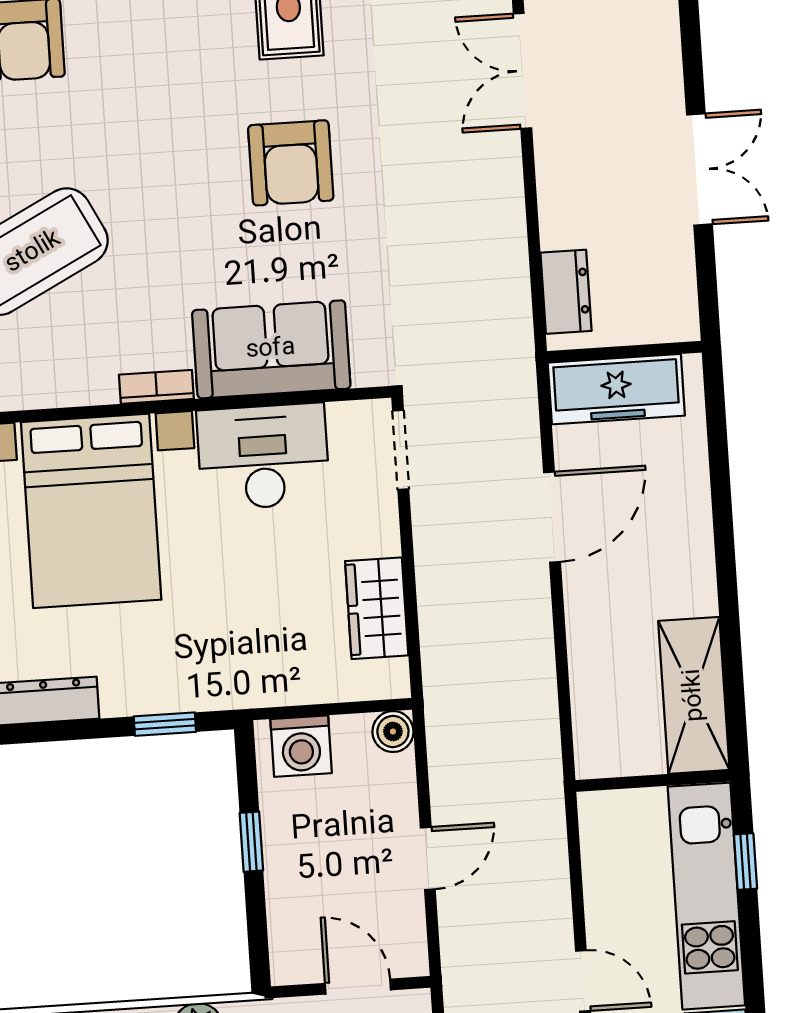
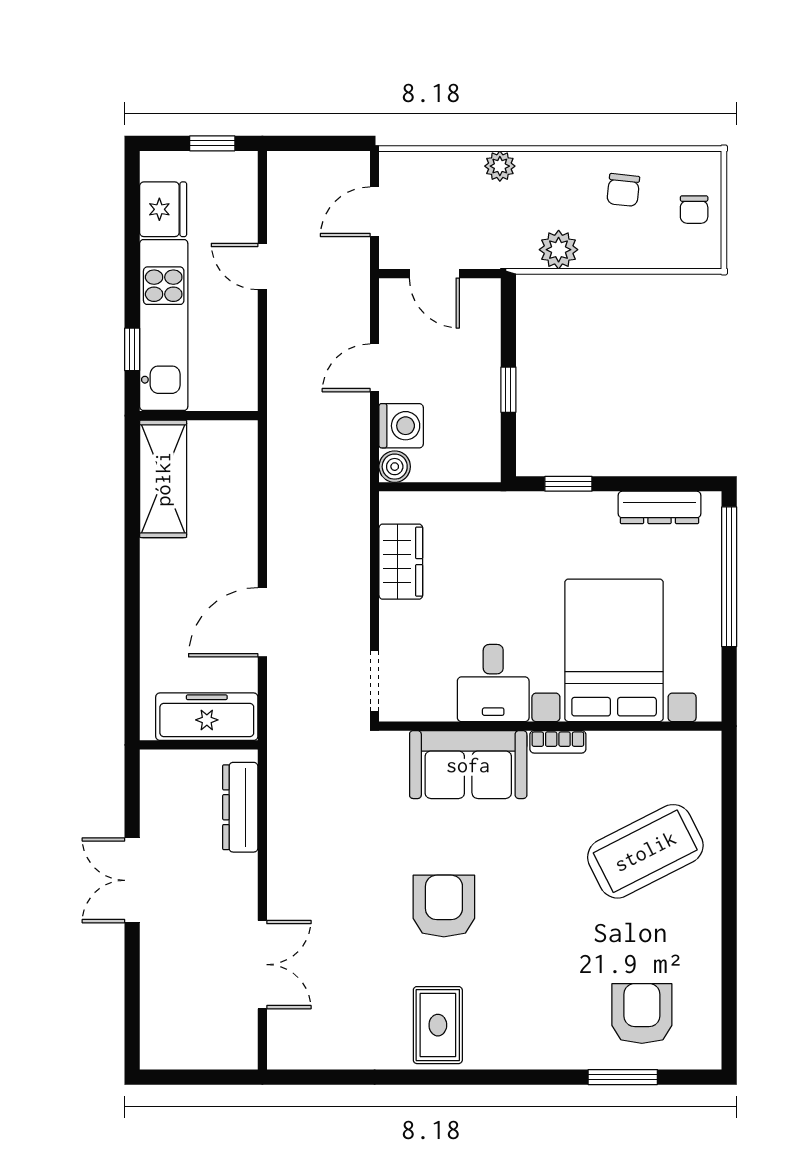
dresser: (566, 292) -> (240, 807), width x1.44
desk: (263, 457) -> (493, 683), width x0.73
washing machine: (301, 746) -> (401, 426), moved, turned 90

